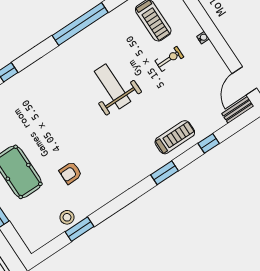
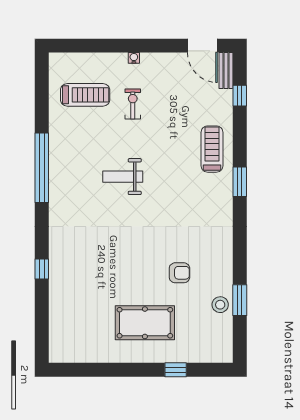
weight bench: (113, 86) -> (123, 177), width x0.73, depth x0.75
window: (209, 143) -> (240, 96), moved
armchair: (70, 173) -> (179, 273), turned -90

